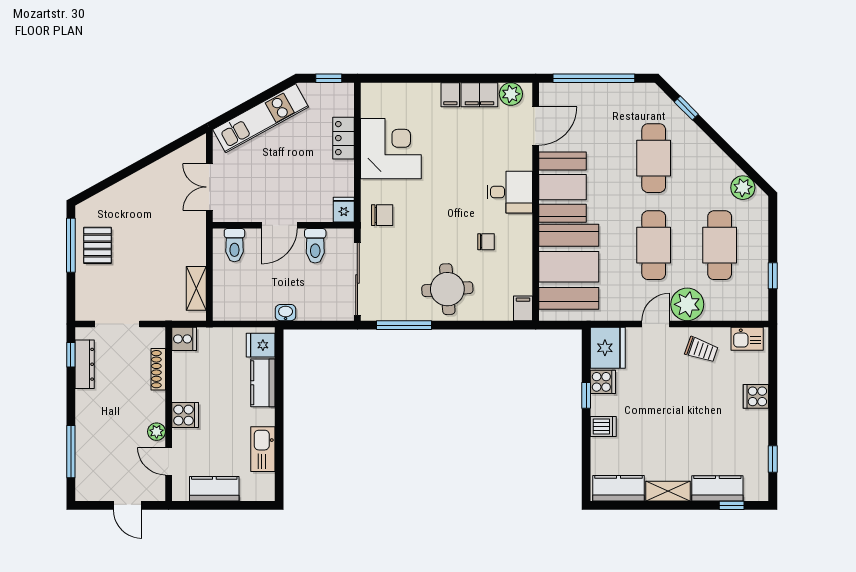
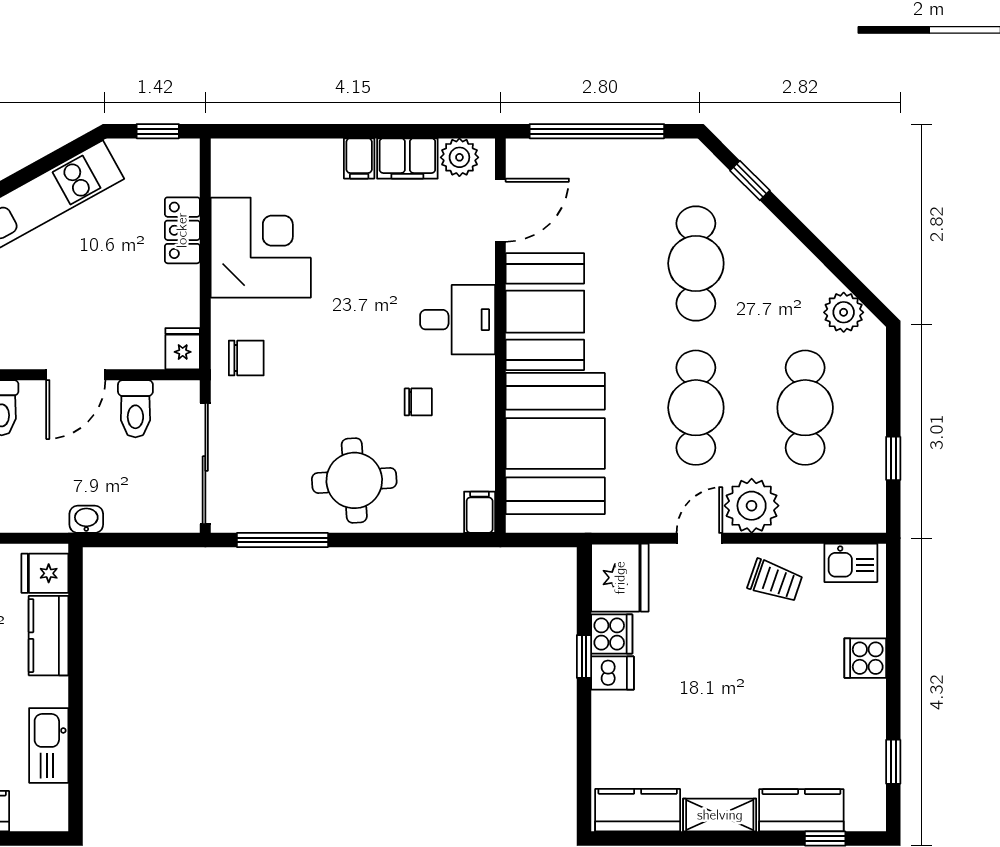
dishwasher: (603, 426) -> (612, 673), moved

